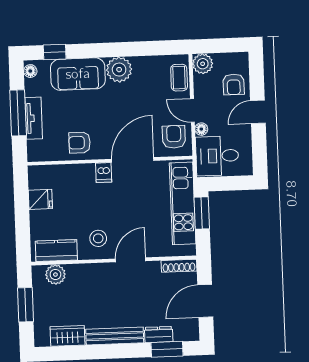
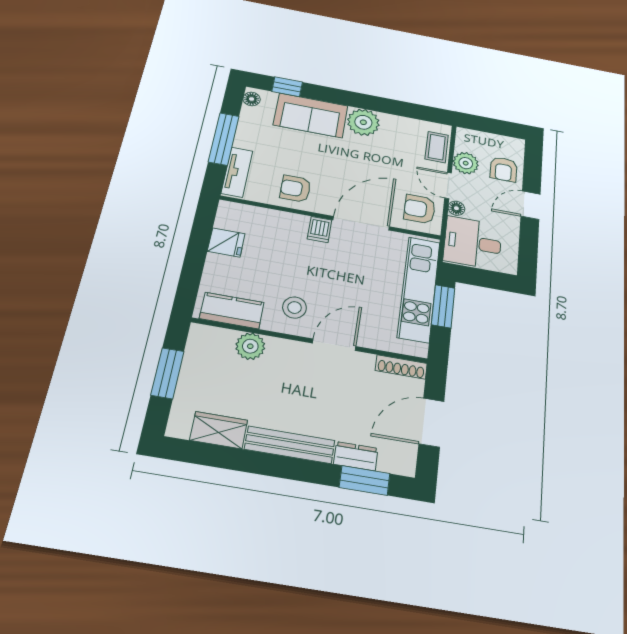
plant: (203, 64) -> (466, 163), moved
tv unit: (34, 118) -> (237, 172), moved
armchair: (174, 137) -> (420, 209), turned -90
plant: (55, 275) -> (250, 346), moved

